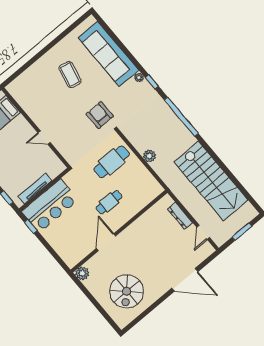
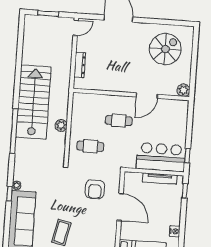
window: (152, 82) -> (9, 194), moved
armchair: (100, 115) -> (95, 189), moved
door: (44, 137) -> (120, 207), width x1.88
cafe table: (112, 162) -> (90, 146), width x0.73, depth x0.74
stairs: (211, 181) -> (33, 102), moved
door: (203, 232) -> (76, 28), moved

